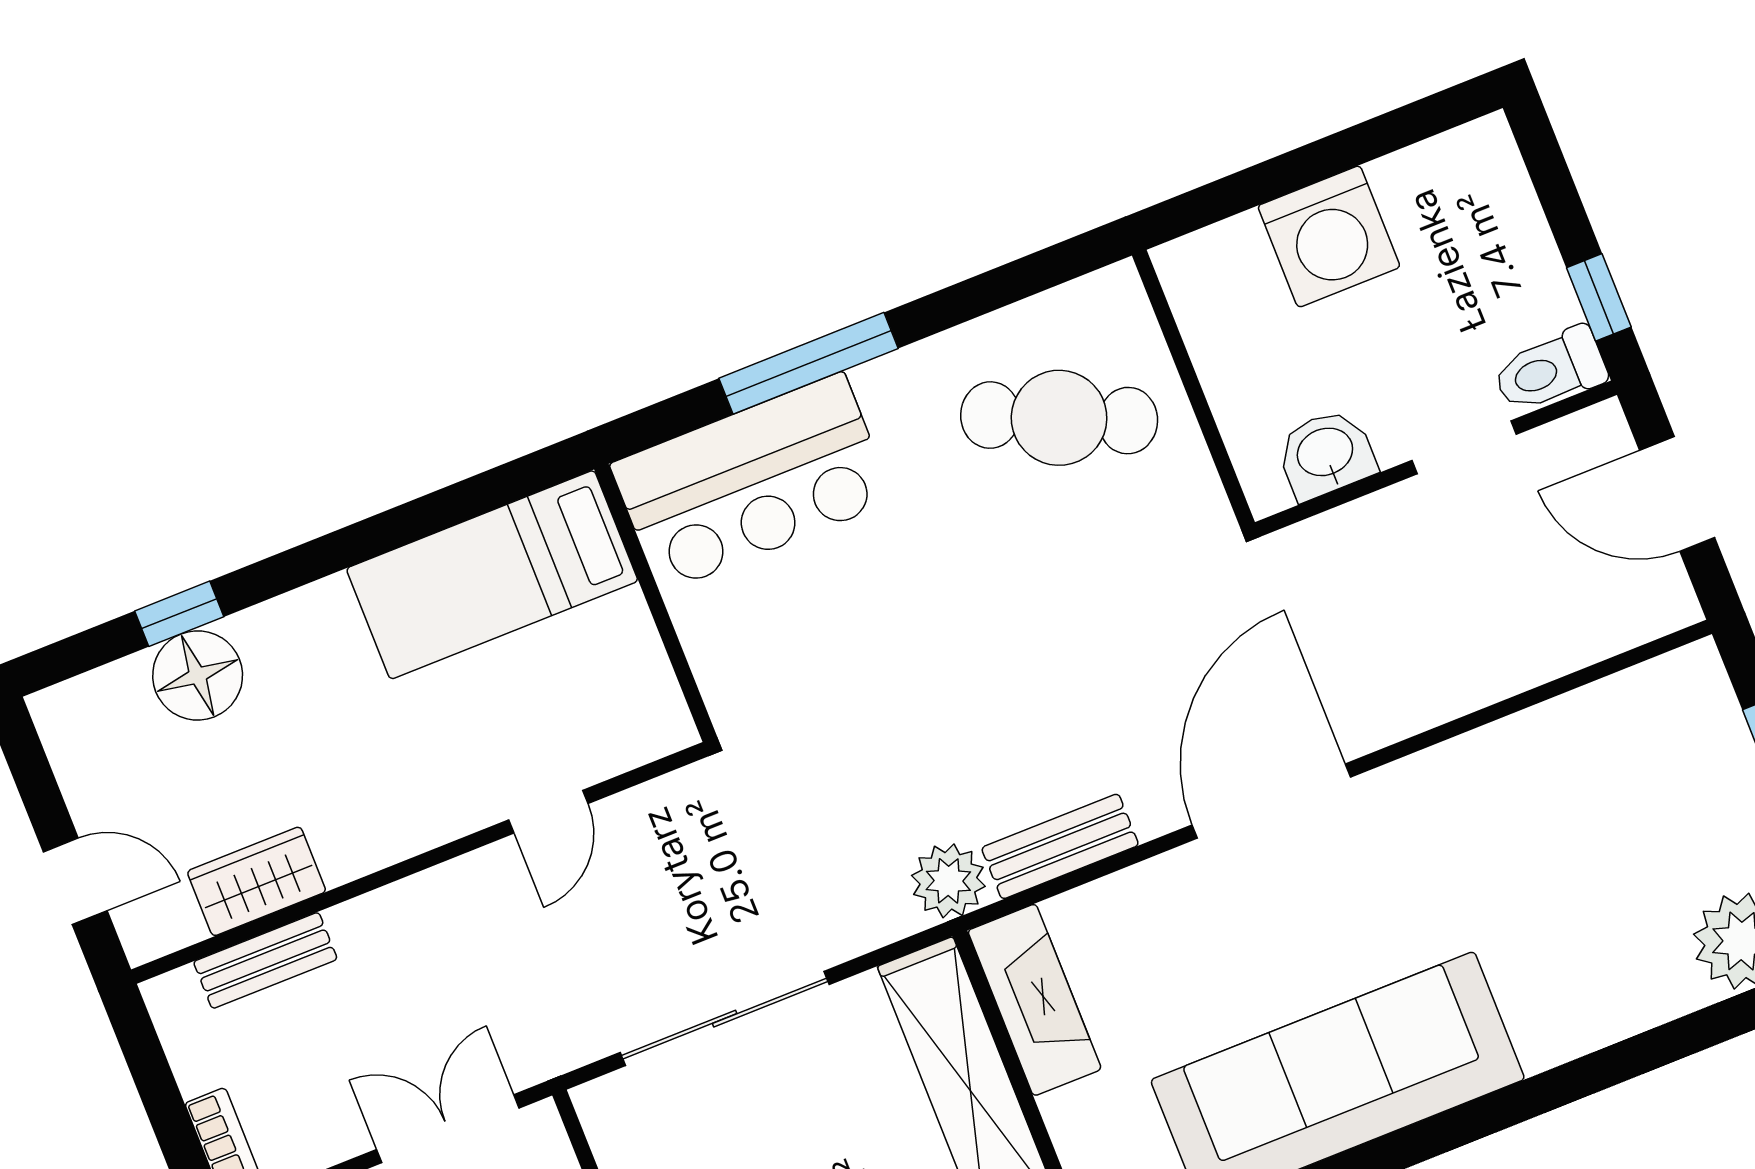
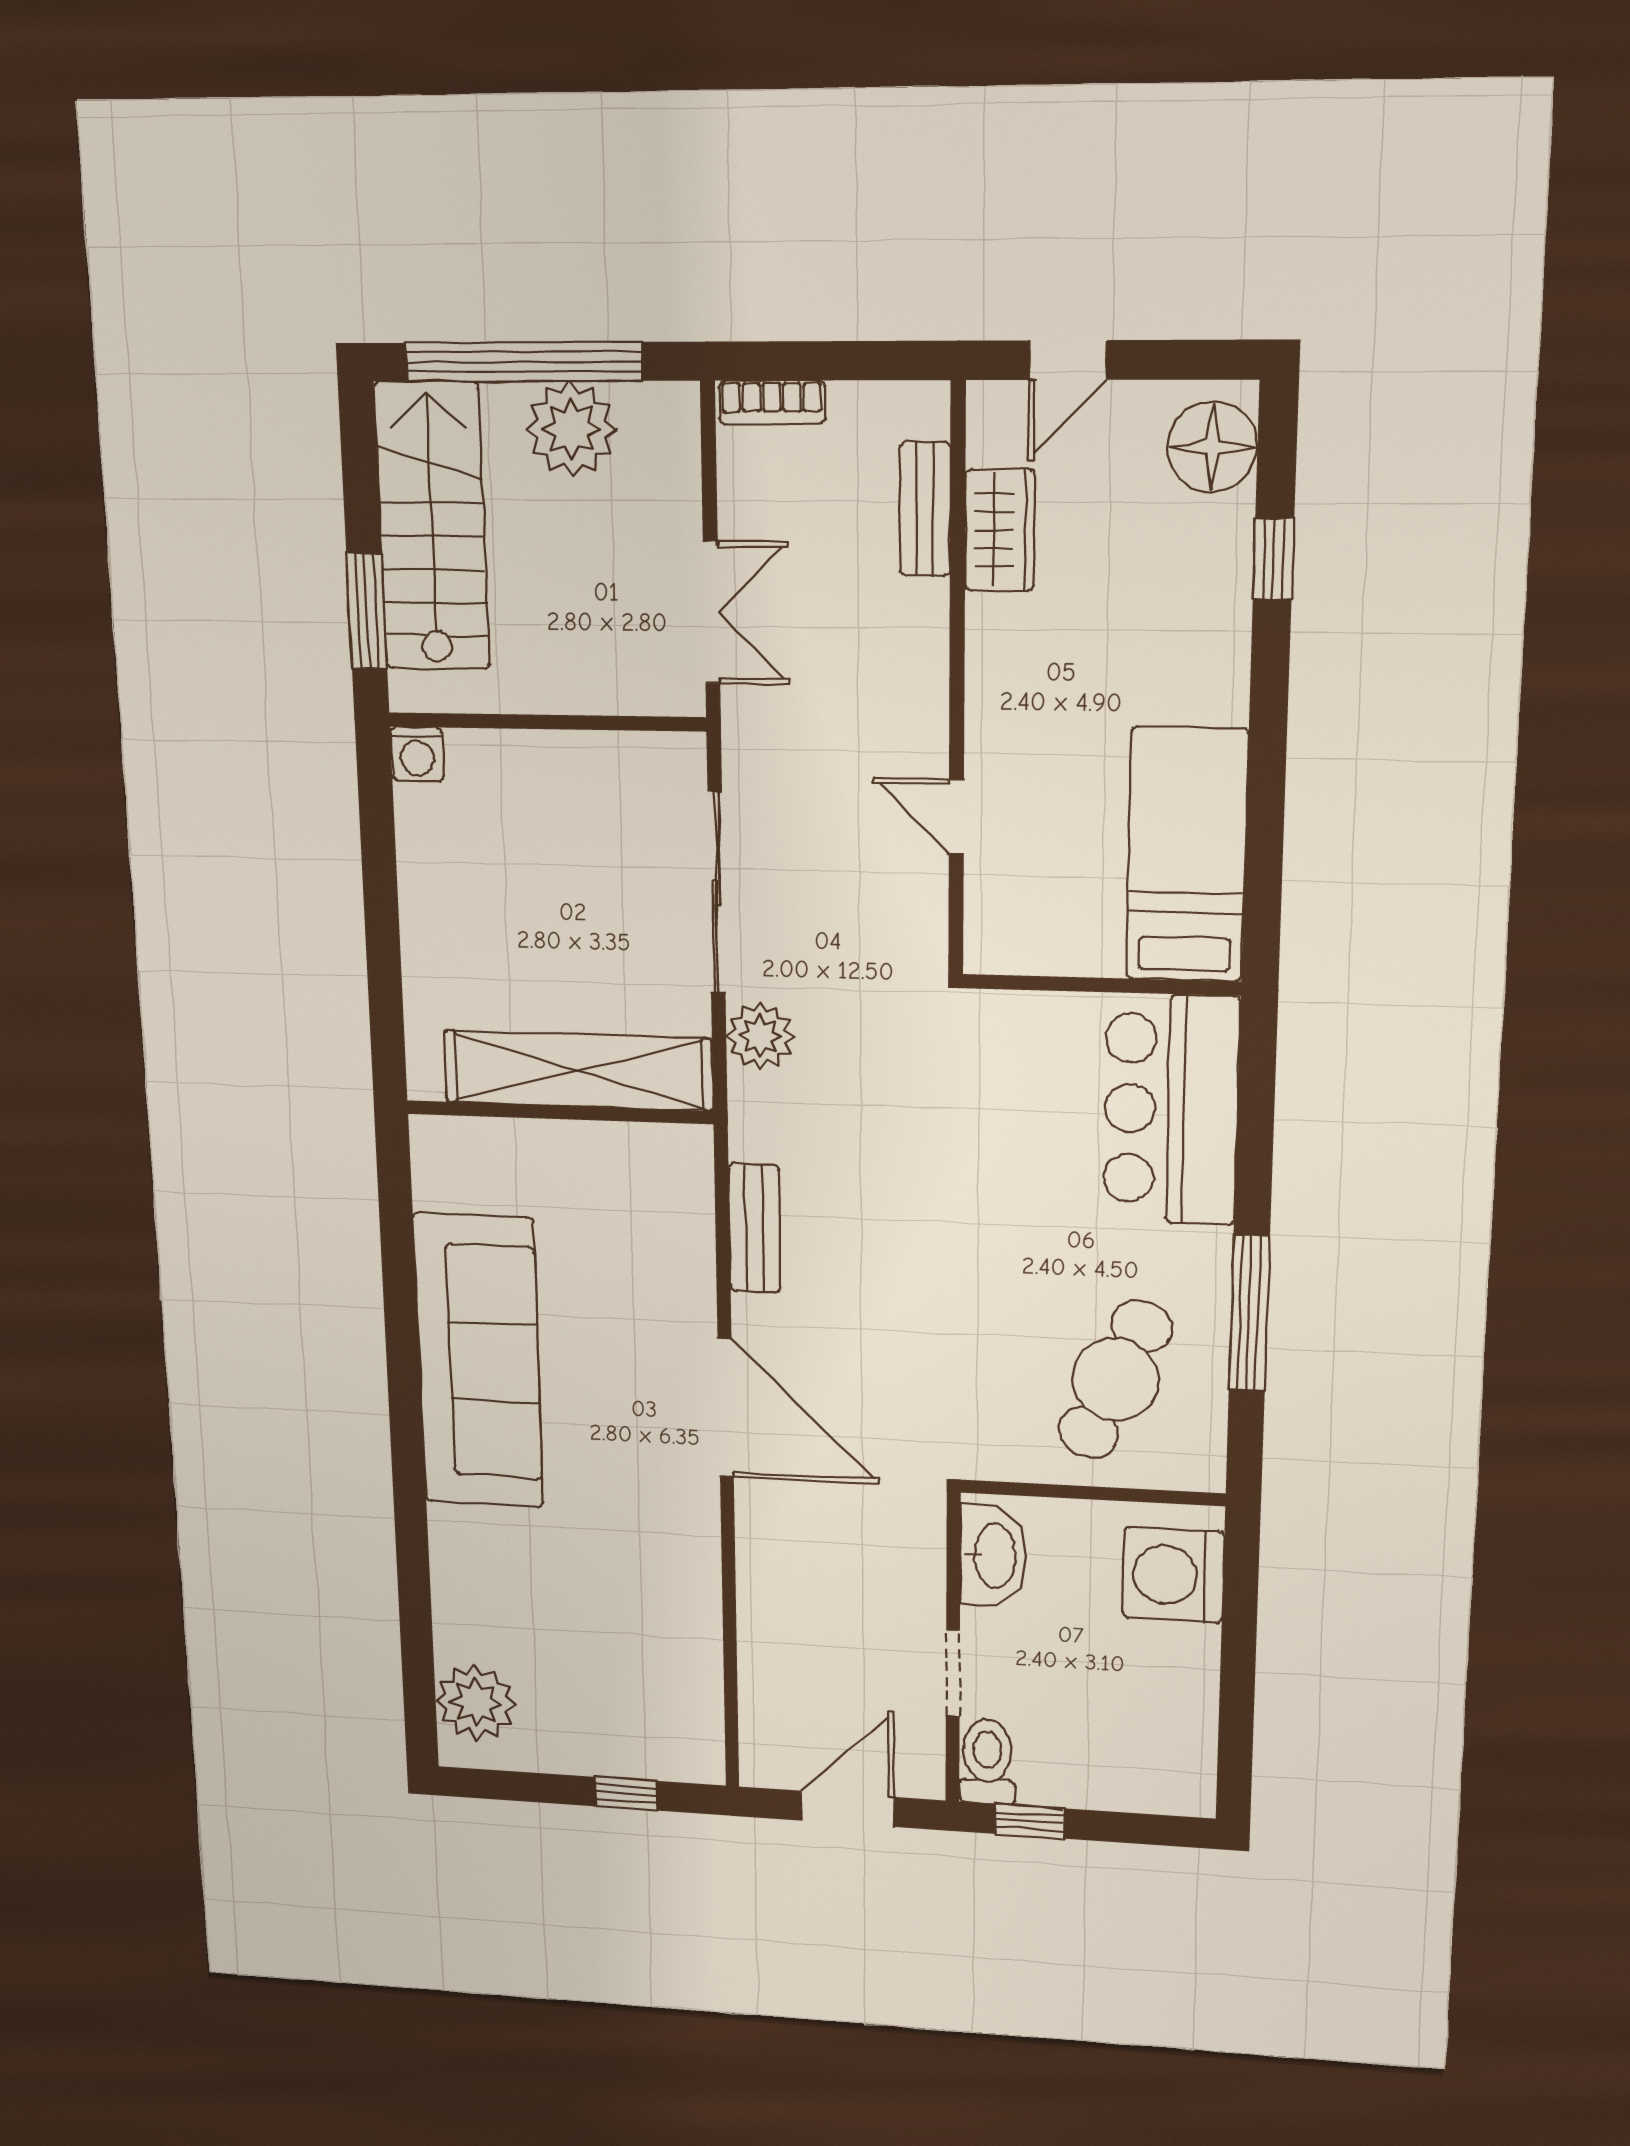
washing machine: (1329, 236) -> (1173, 1575), moved
window: (809, 363) -> (1249, 1313), moved
washbasin: (1326, 454) -> (993, 1556), width x1.38
floor lamp: (198, 675) -> (1212, 447), moved
plant: (948, 881) -> (760, 1036), moved
fireplace: (1035, 1000) -> (634, 1154), removed

